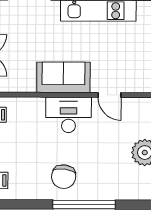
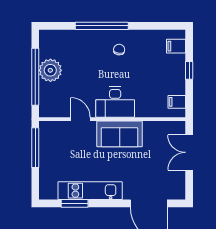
chair: (64, 177) -> (119, 50), width x0.54, depth x0.54

